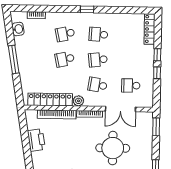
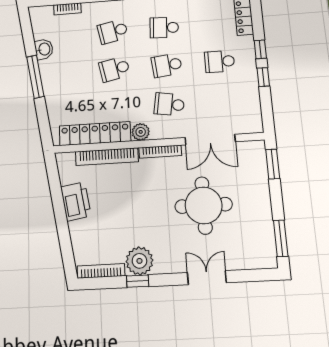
washbasin: (18, 29) -> (44, 49), moved
school desk: (131, 86) -> (220, 62), moved

